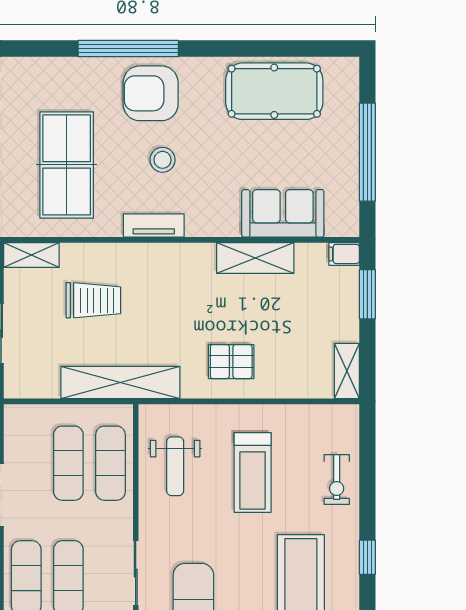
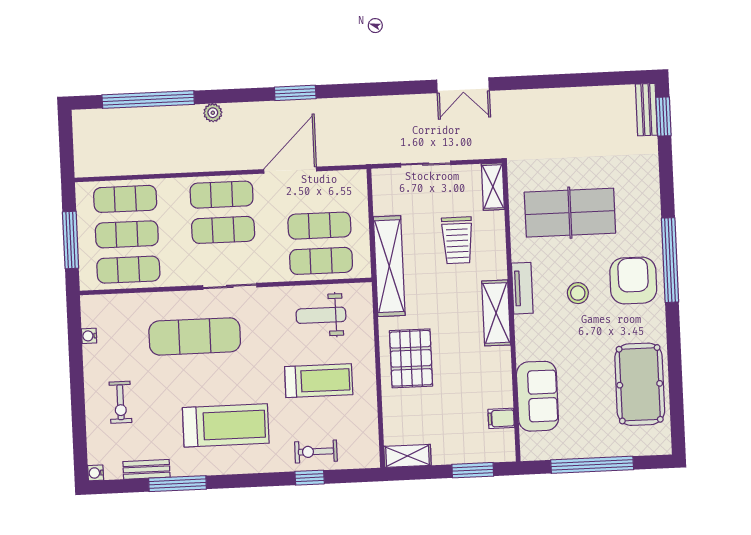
filing cabinet: (344, 254) -> (501, 418), moved, turned -90
shelving: (255, 258) -> (496, 313), moved
pallet: (231, 362) -> (411, 358), width x1.50, depth x1.42
treadmill: (253, 472) -> (319, 381), turned 180
window: (367, 557) -> (310, 478), moved

